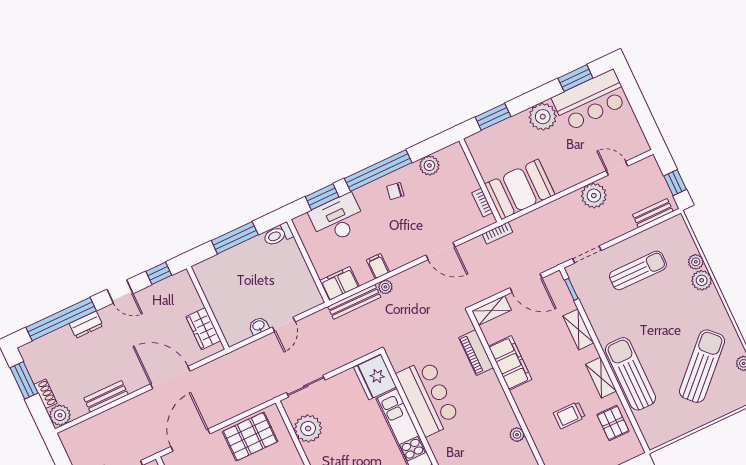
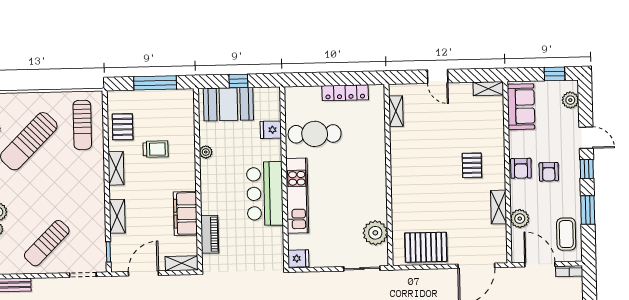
sun lounger: (638, 270) -> (47, 243), turned -45
door: (526, 283) -> (143, 273), hinge flipped
sun lounger: (630, 374) -> (82, 125), moved, width x0.73, depth x0.75
fridge: (375, 377) -> (298, 258), width x0.53, depth x0.75
bar counter: (428, 397) -> (265, 194), moved

